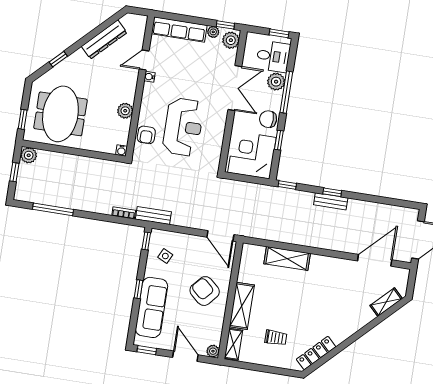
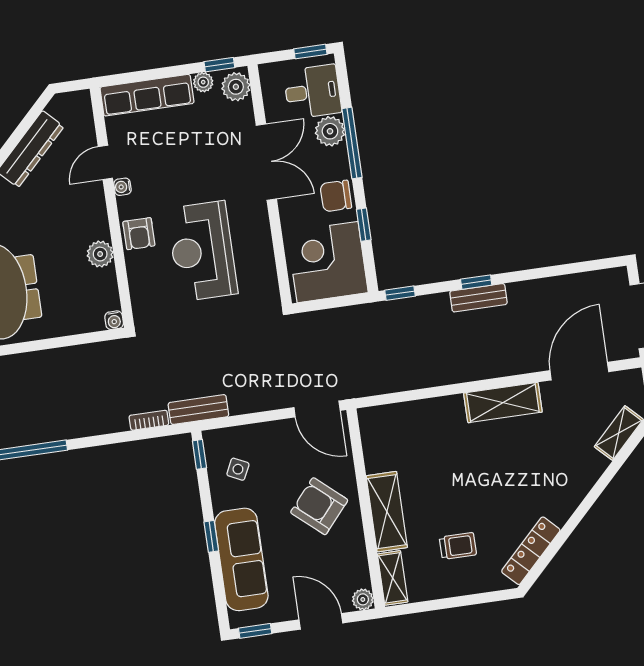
reception desk: (183, 127) -> (202, 251), turned 180
armchair: (146, 135) -> (139, 234), moved
shelving: (287, 259) -> (503, 403), moved

